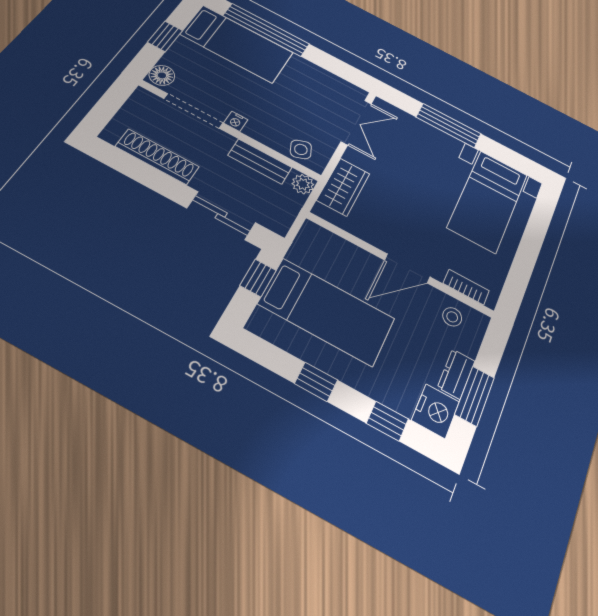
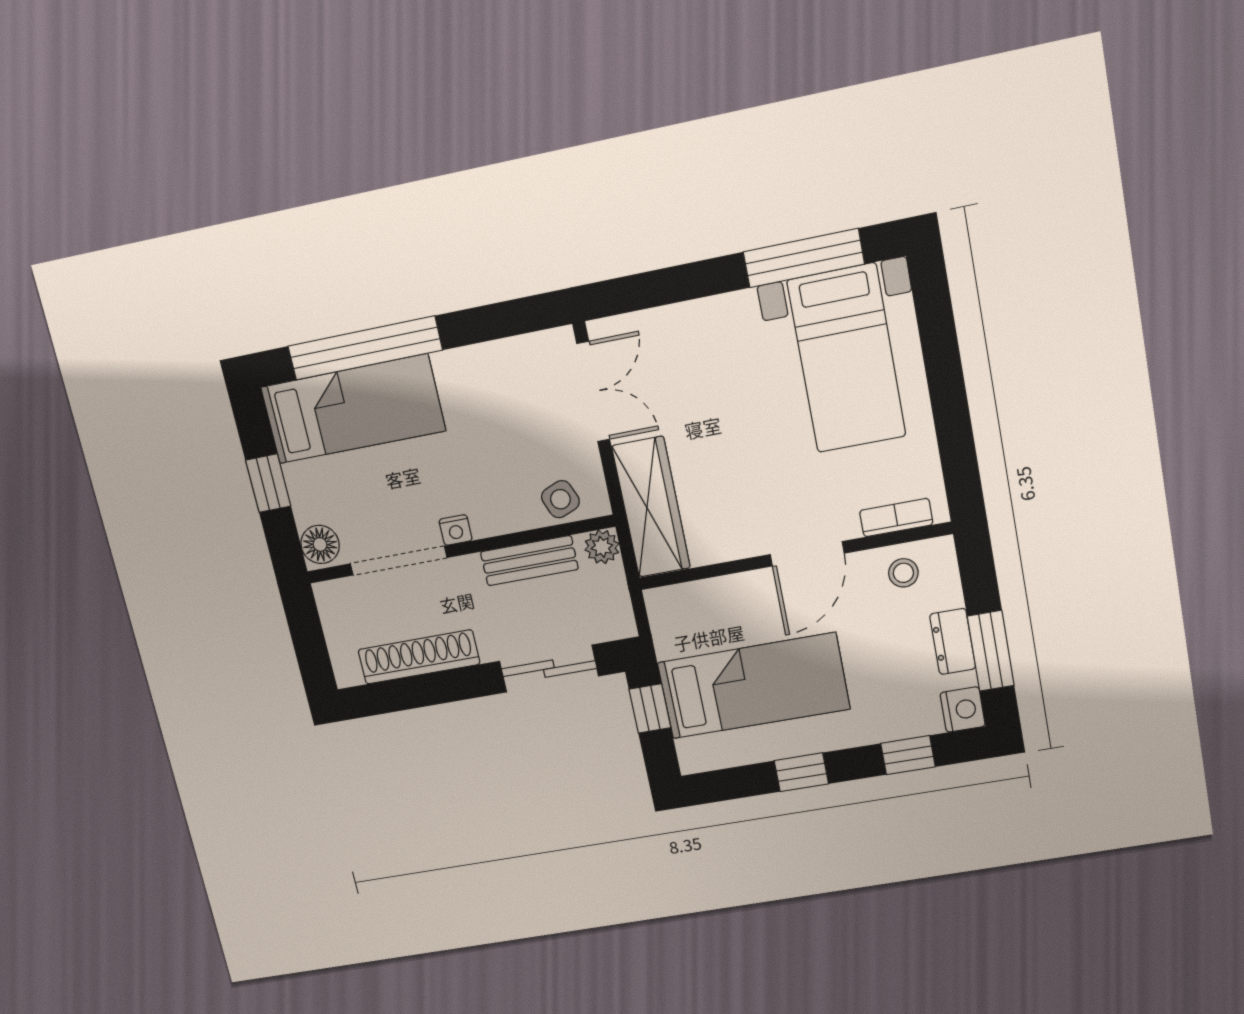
window: (449, 125) -> (804, 258), moved
wardrobe: (343, 187) -> (651, 507), width x1.50
nightstand: (436, 411) -> (963, 710), width x0.74, depth x0.75

